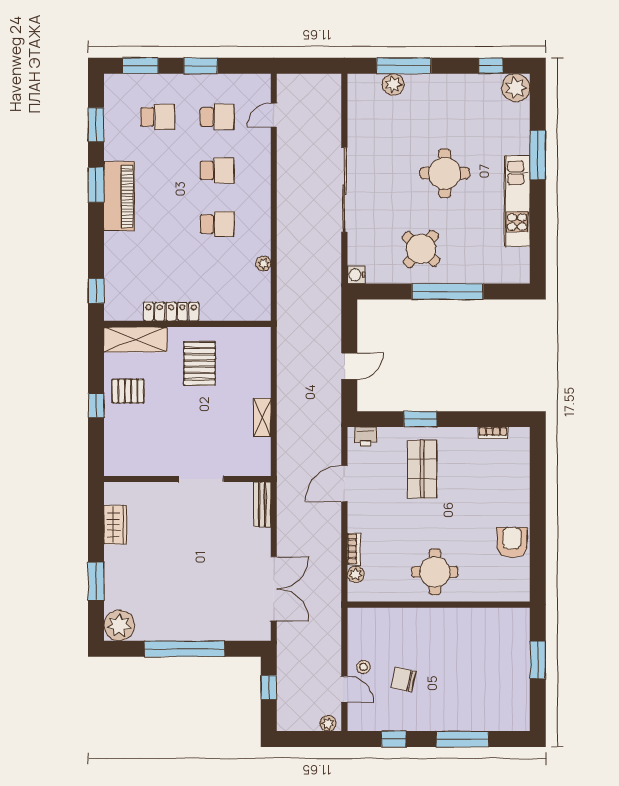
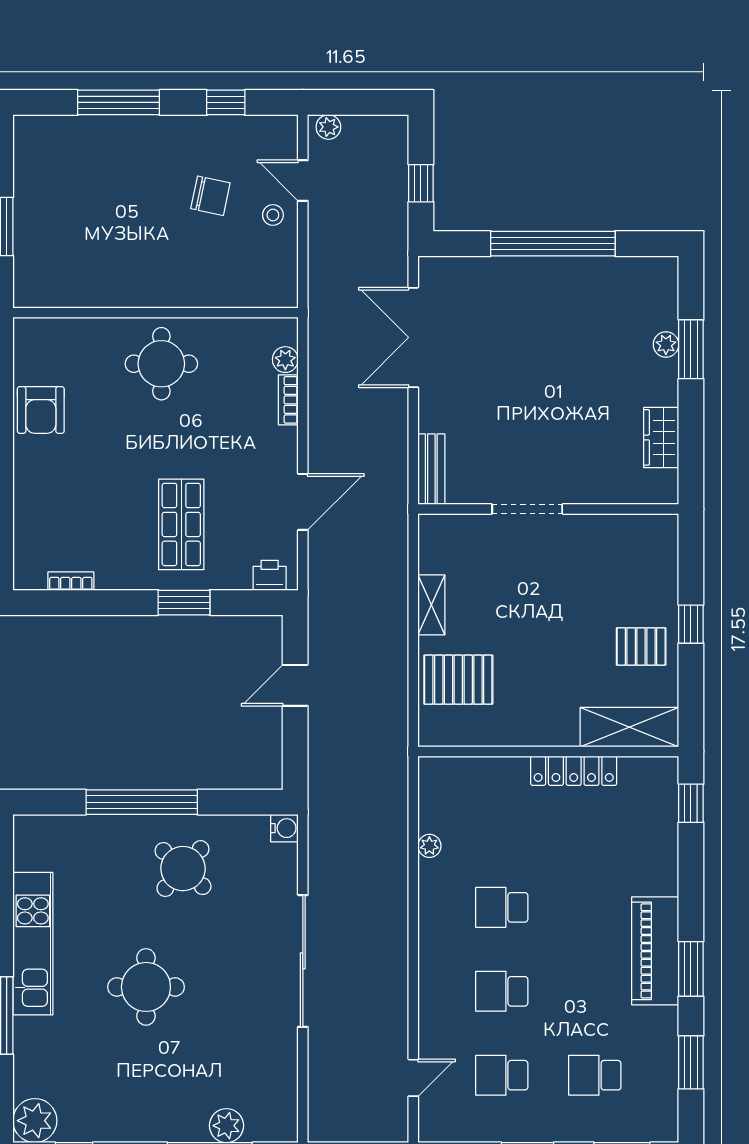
pallet: (200, 364) -> (458, 680), moved, turned 90
plant: (119, 625) -> (666, 344), moved, width x0.53, depth x0.53

